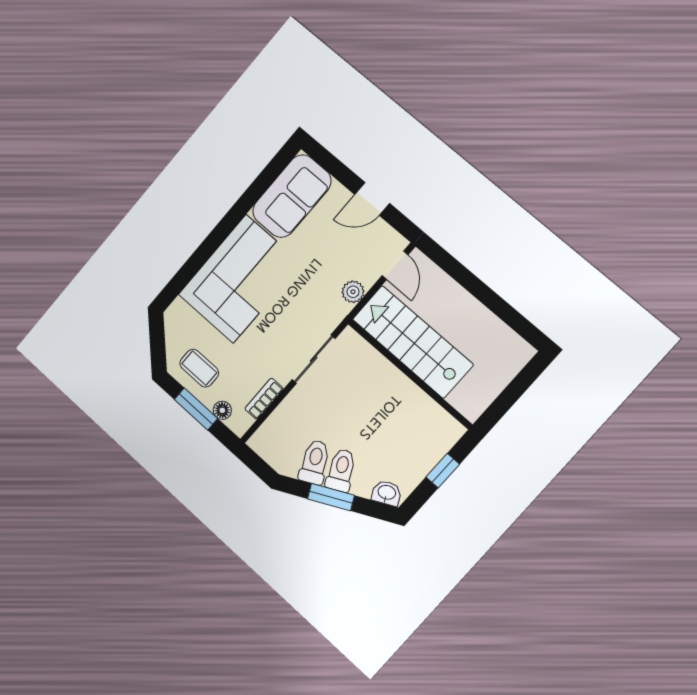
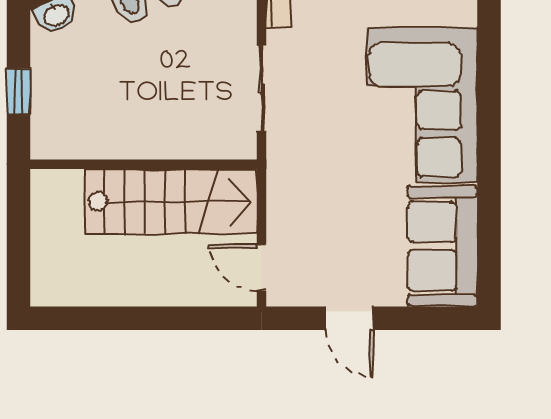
door: (372, 199) -> (350, 318), swing flipped
plant: (353, 292) -> (282, 200), removed

